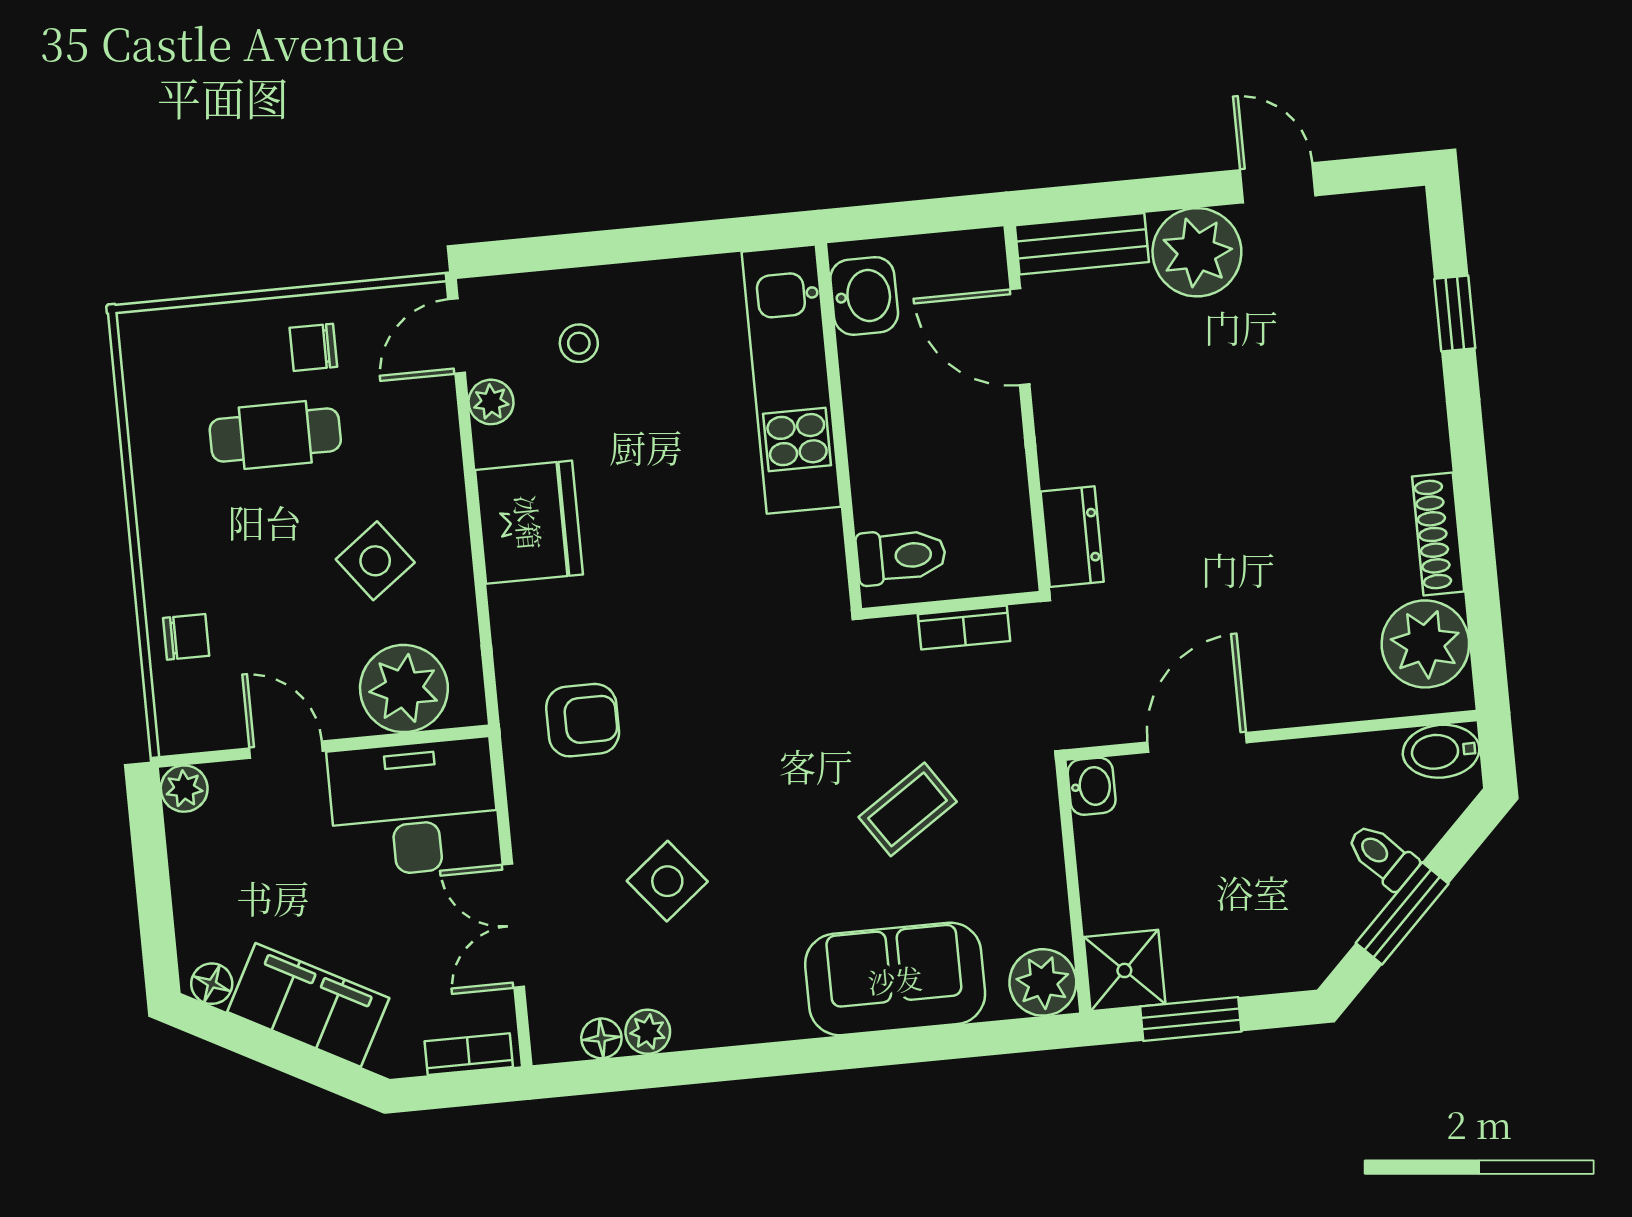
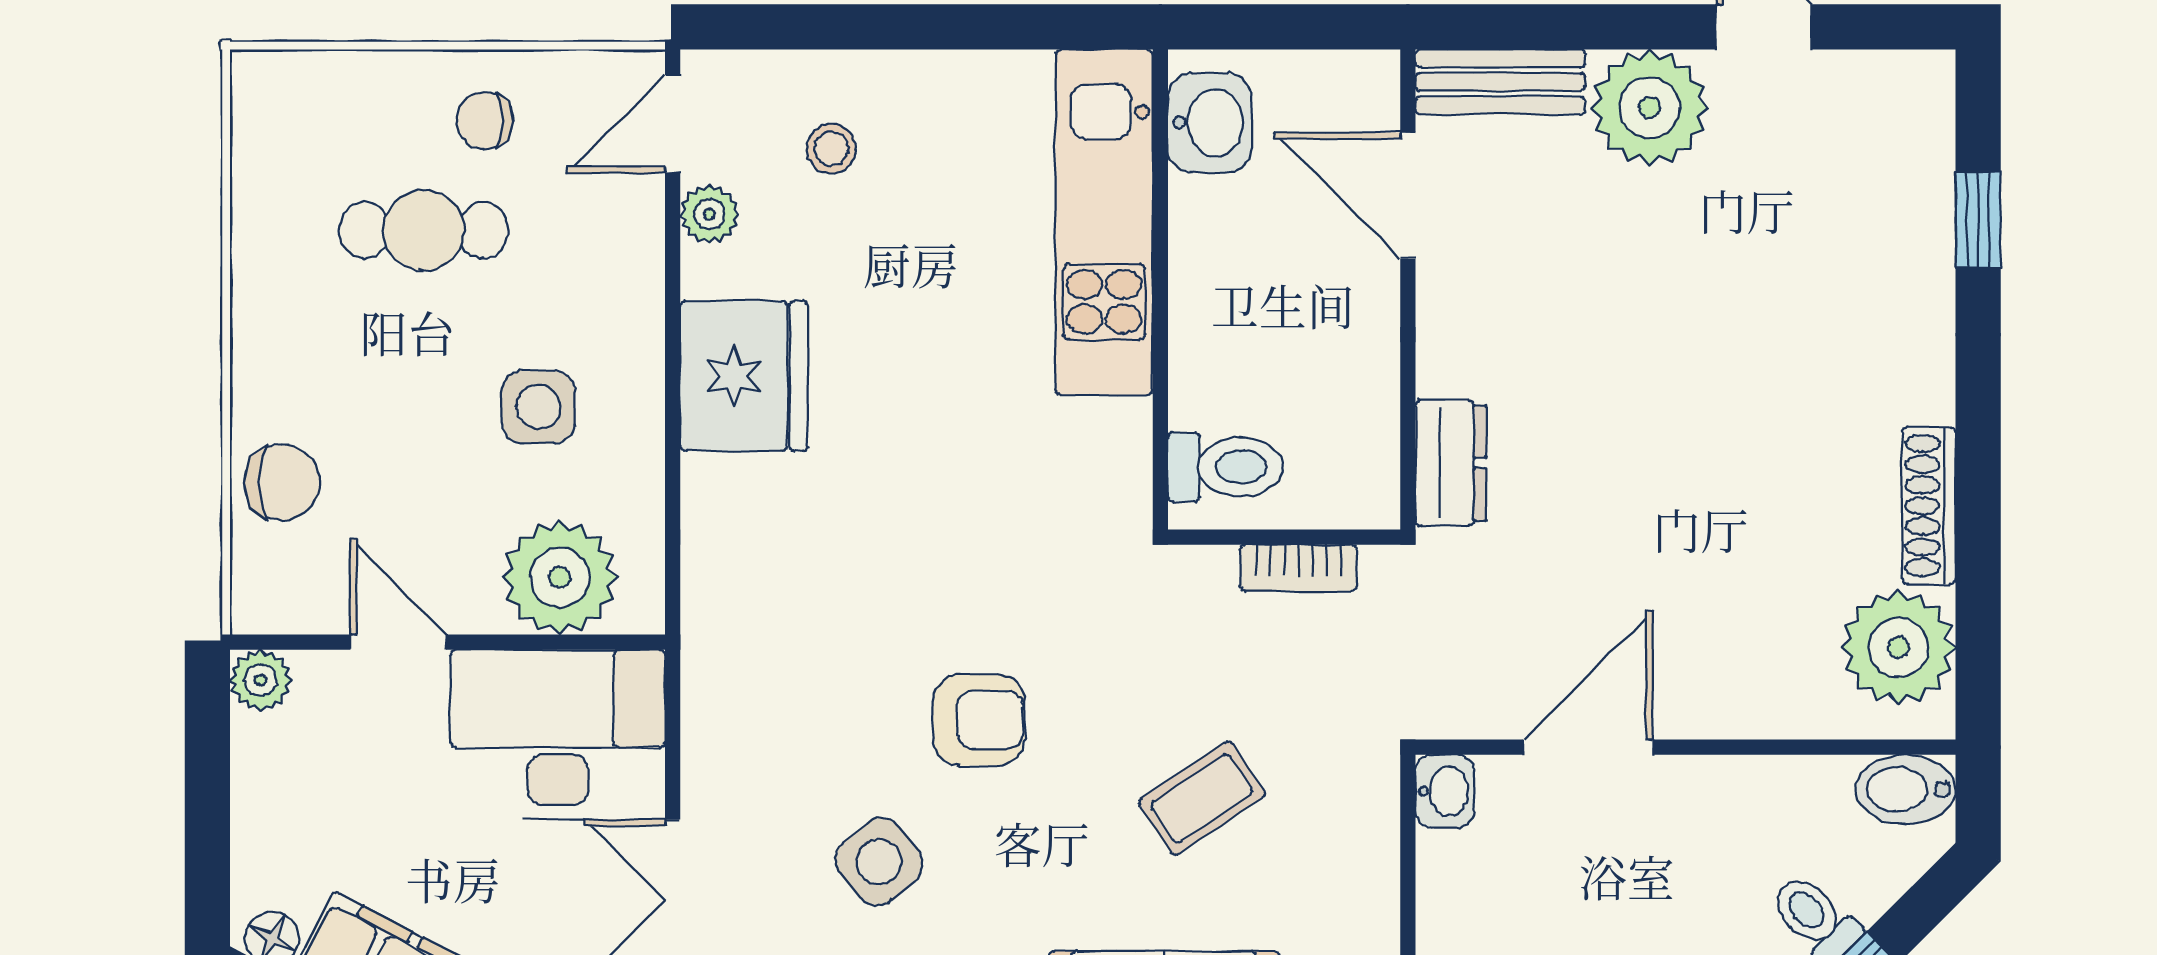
side table: (375, 561) -> (538, 407), turned 37
chair: (186, 637) -> (282, 482), width x1.37, depth x1.37
armchair: (583, 720) -> (979, 720), moved

